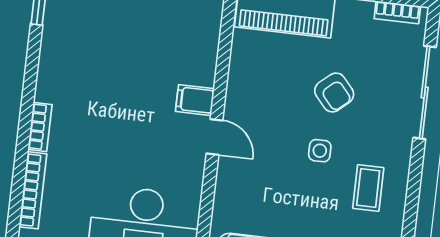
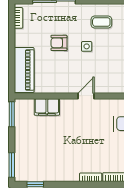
armchair: (334, 92) -> (59, 43), turned -139
filing cabinet: (195, 100) -> (47, 107), moved, width x2.00

